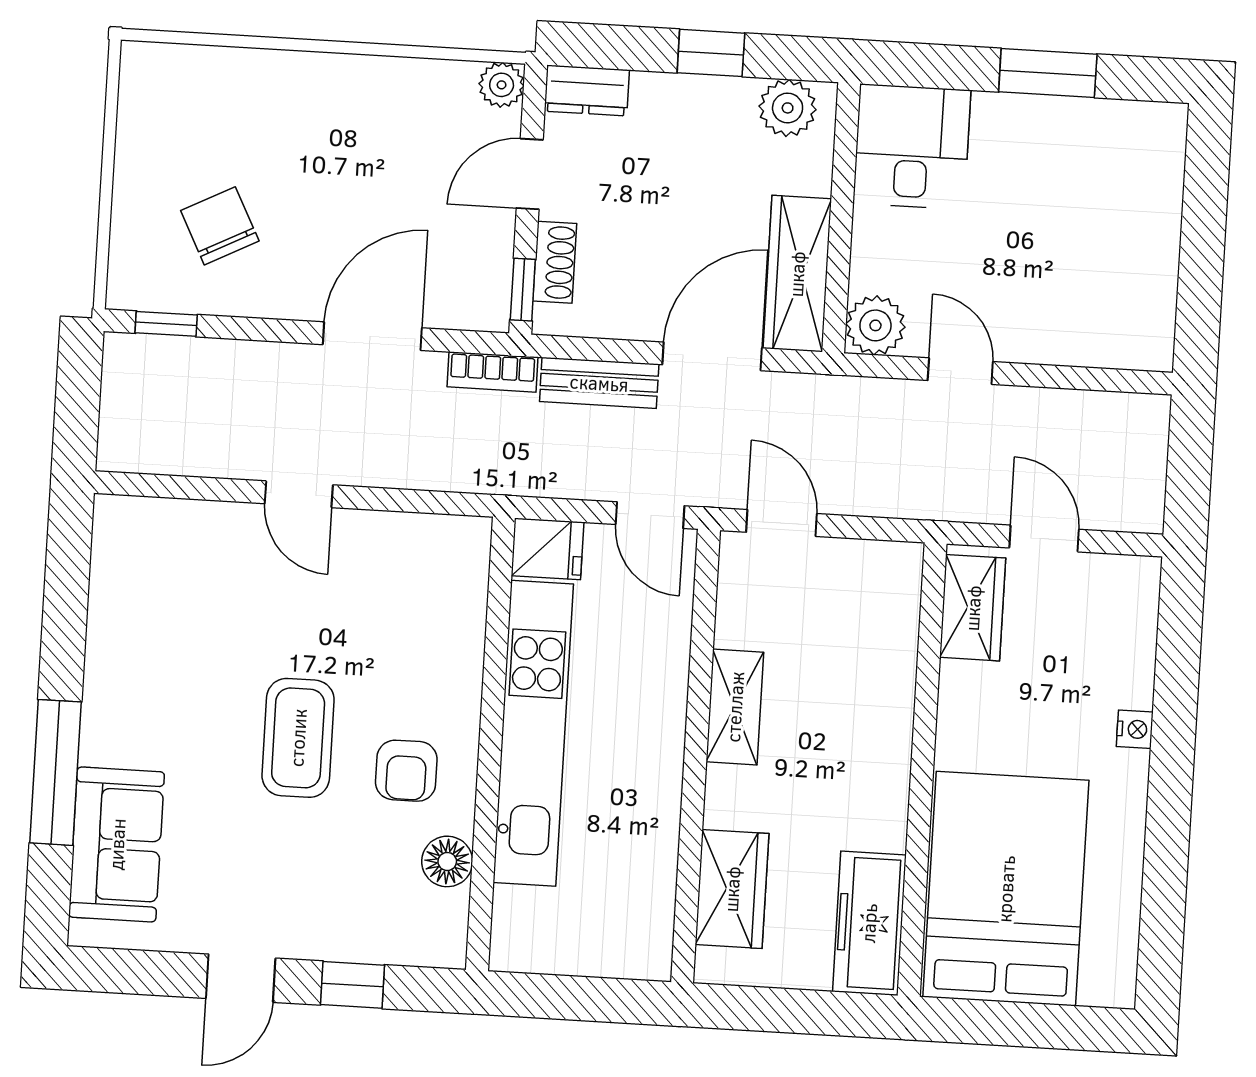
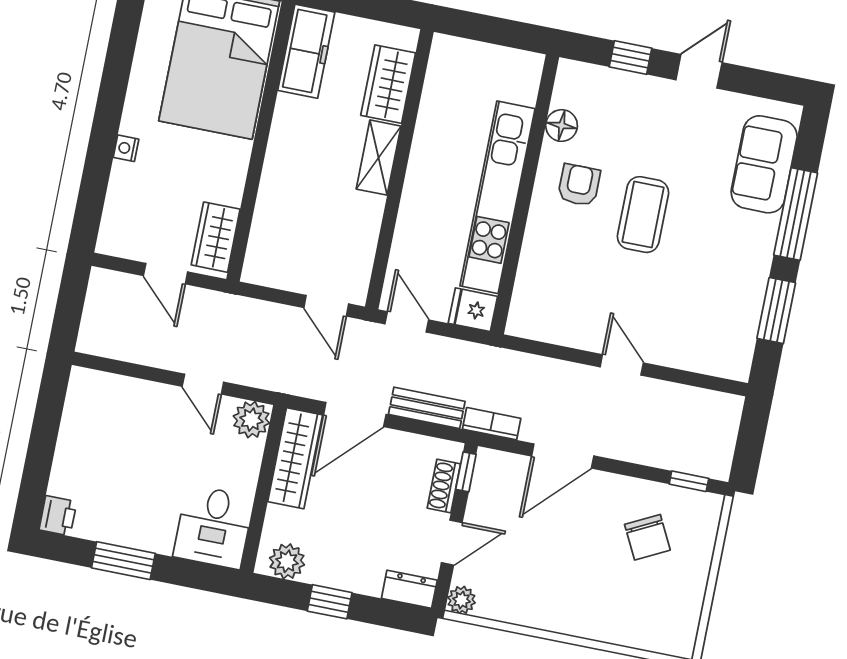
printer: (1162, 130) -> (58, 516), added
window: (65, 615) -> (776, 311), added
shelving: (735, 707) -> (379, 158), moved

